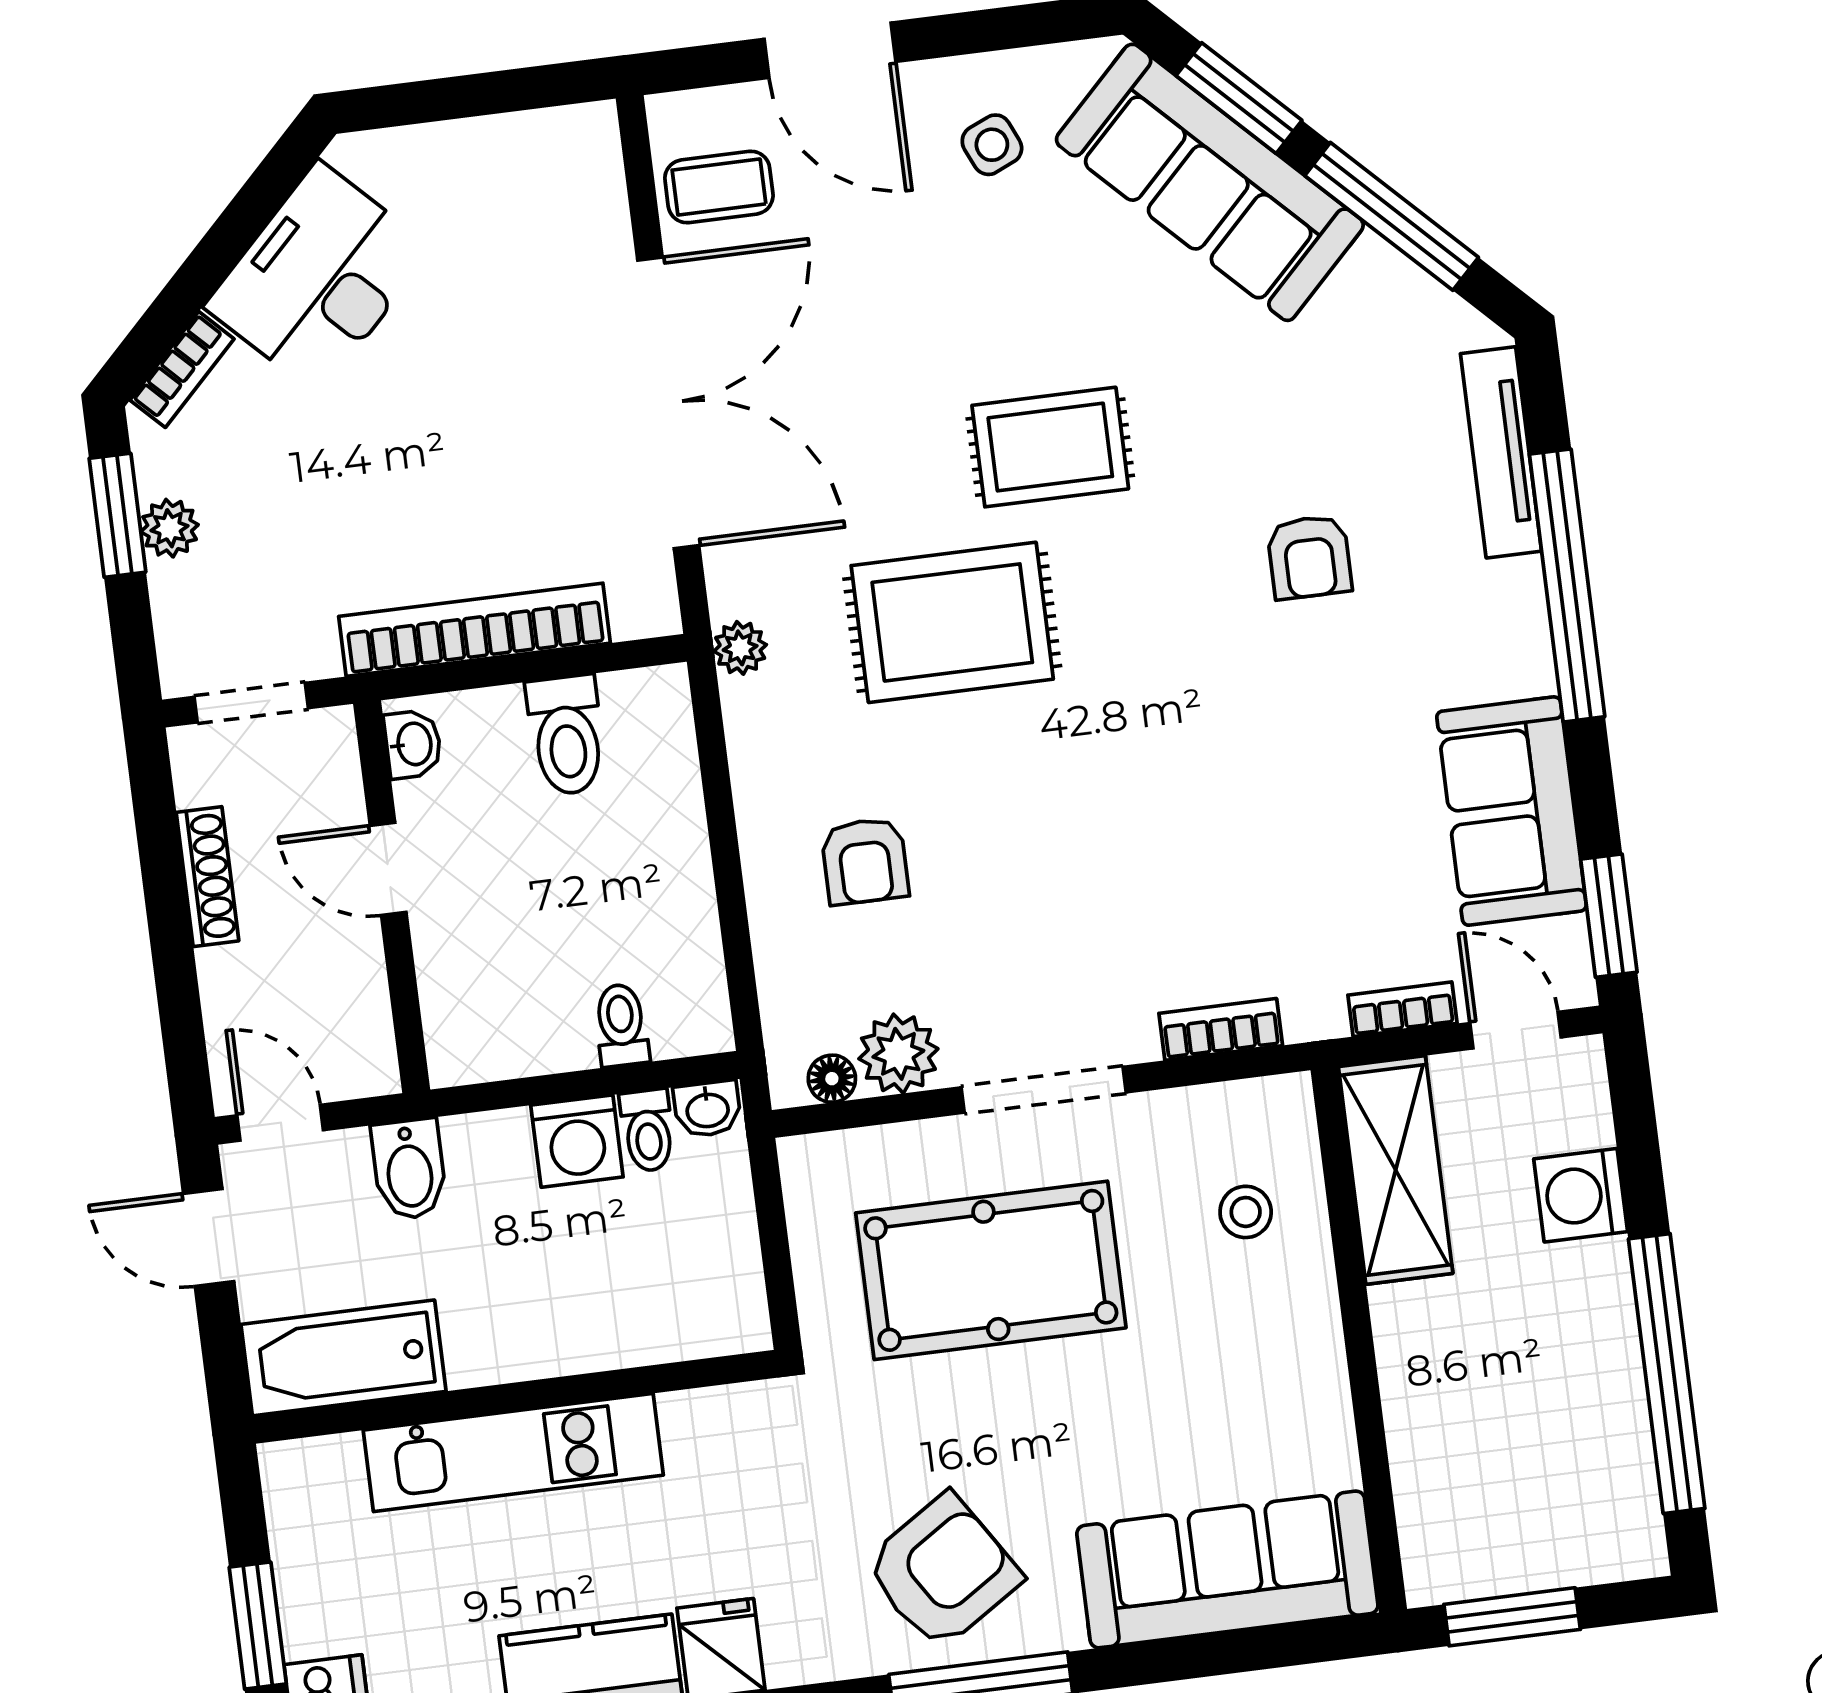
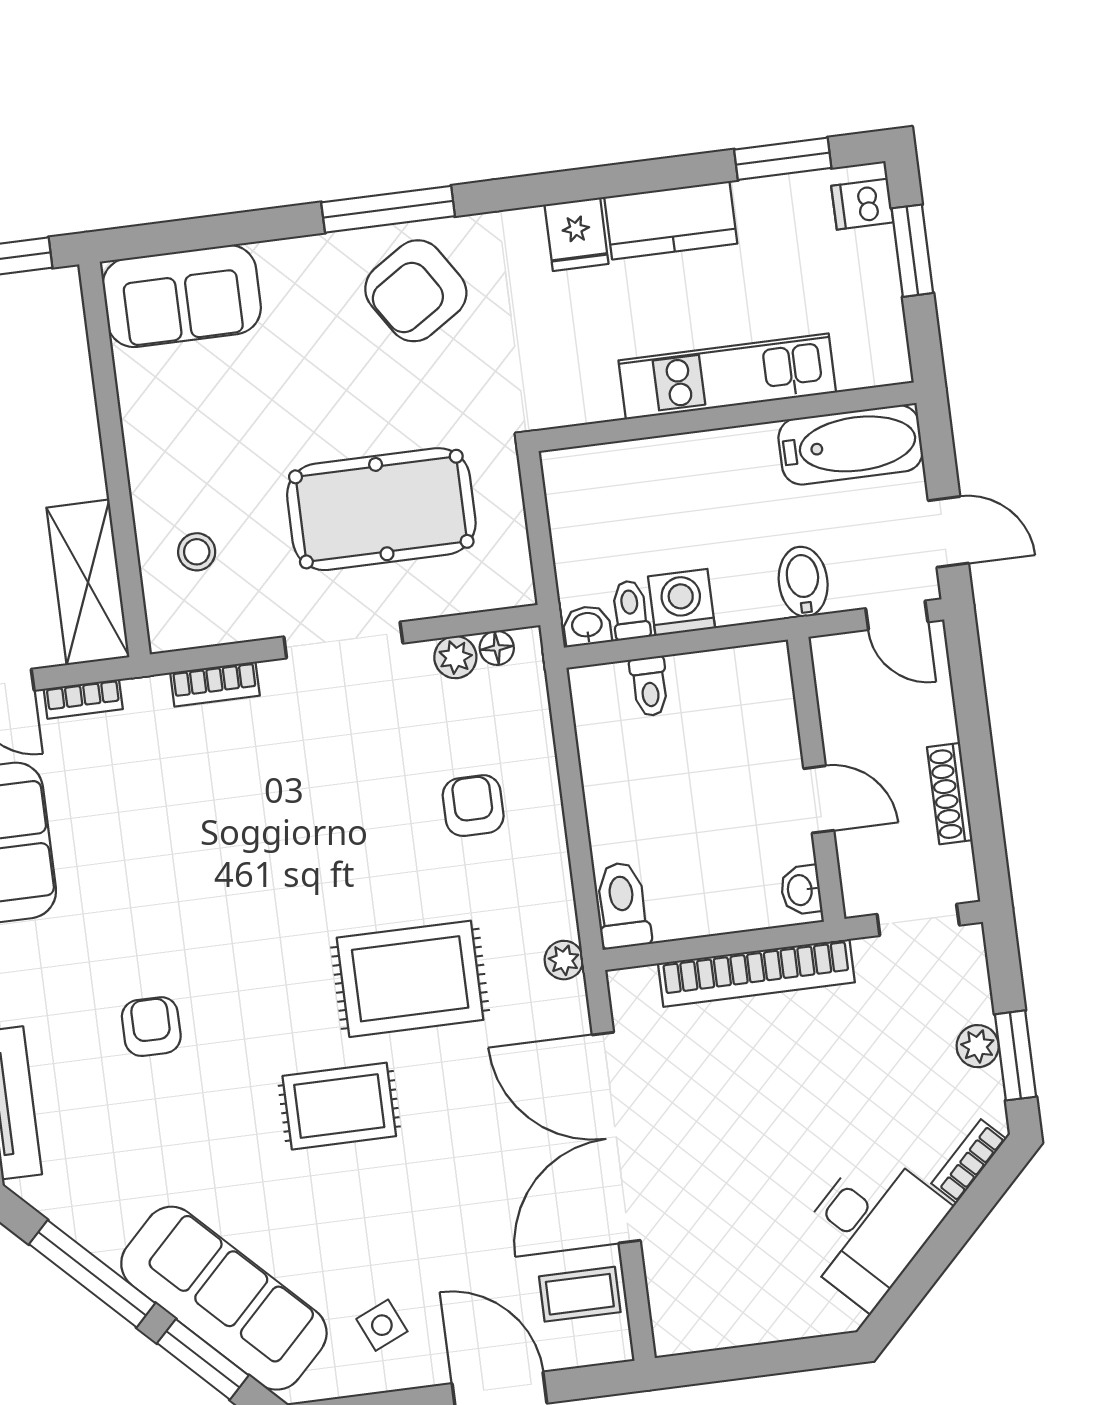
toilet: (566, 735) -> (622, 905), moved
plant: (898, 1054) -> (455, 657), width x0.73, depth x0.73
sofa: (1227, 1569) -> (182, 296), width x0.73

